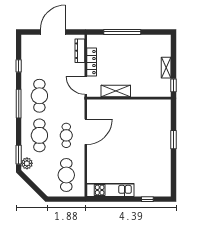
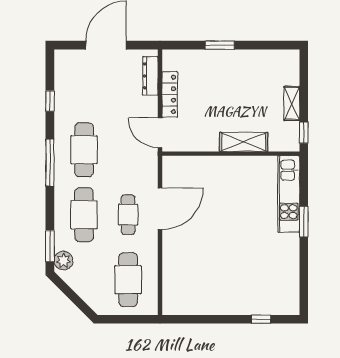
window: (122, 32) -> (220, 45), width x0.47
shelving: (116, 91) -> (244, 142), moved
kitchen unit: (110, 190) -> (289, 194), moved, turned -90

